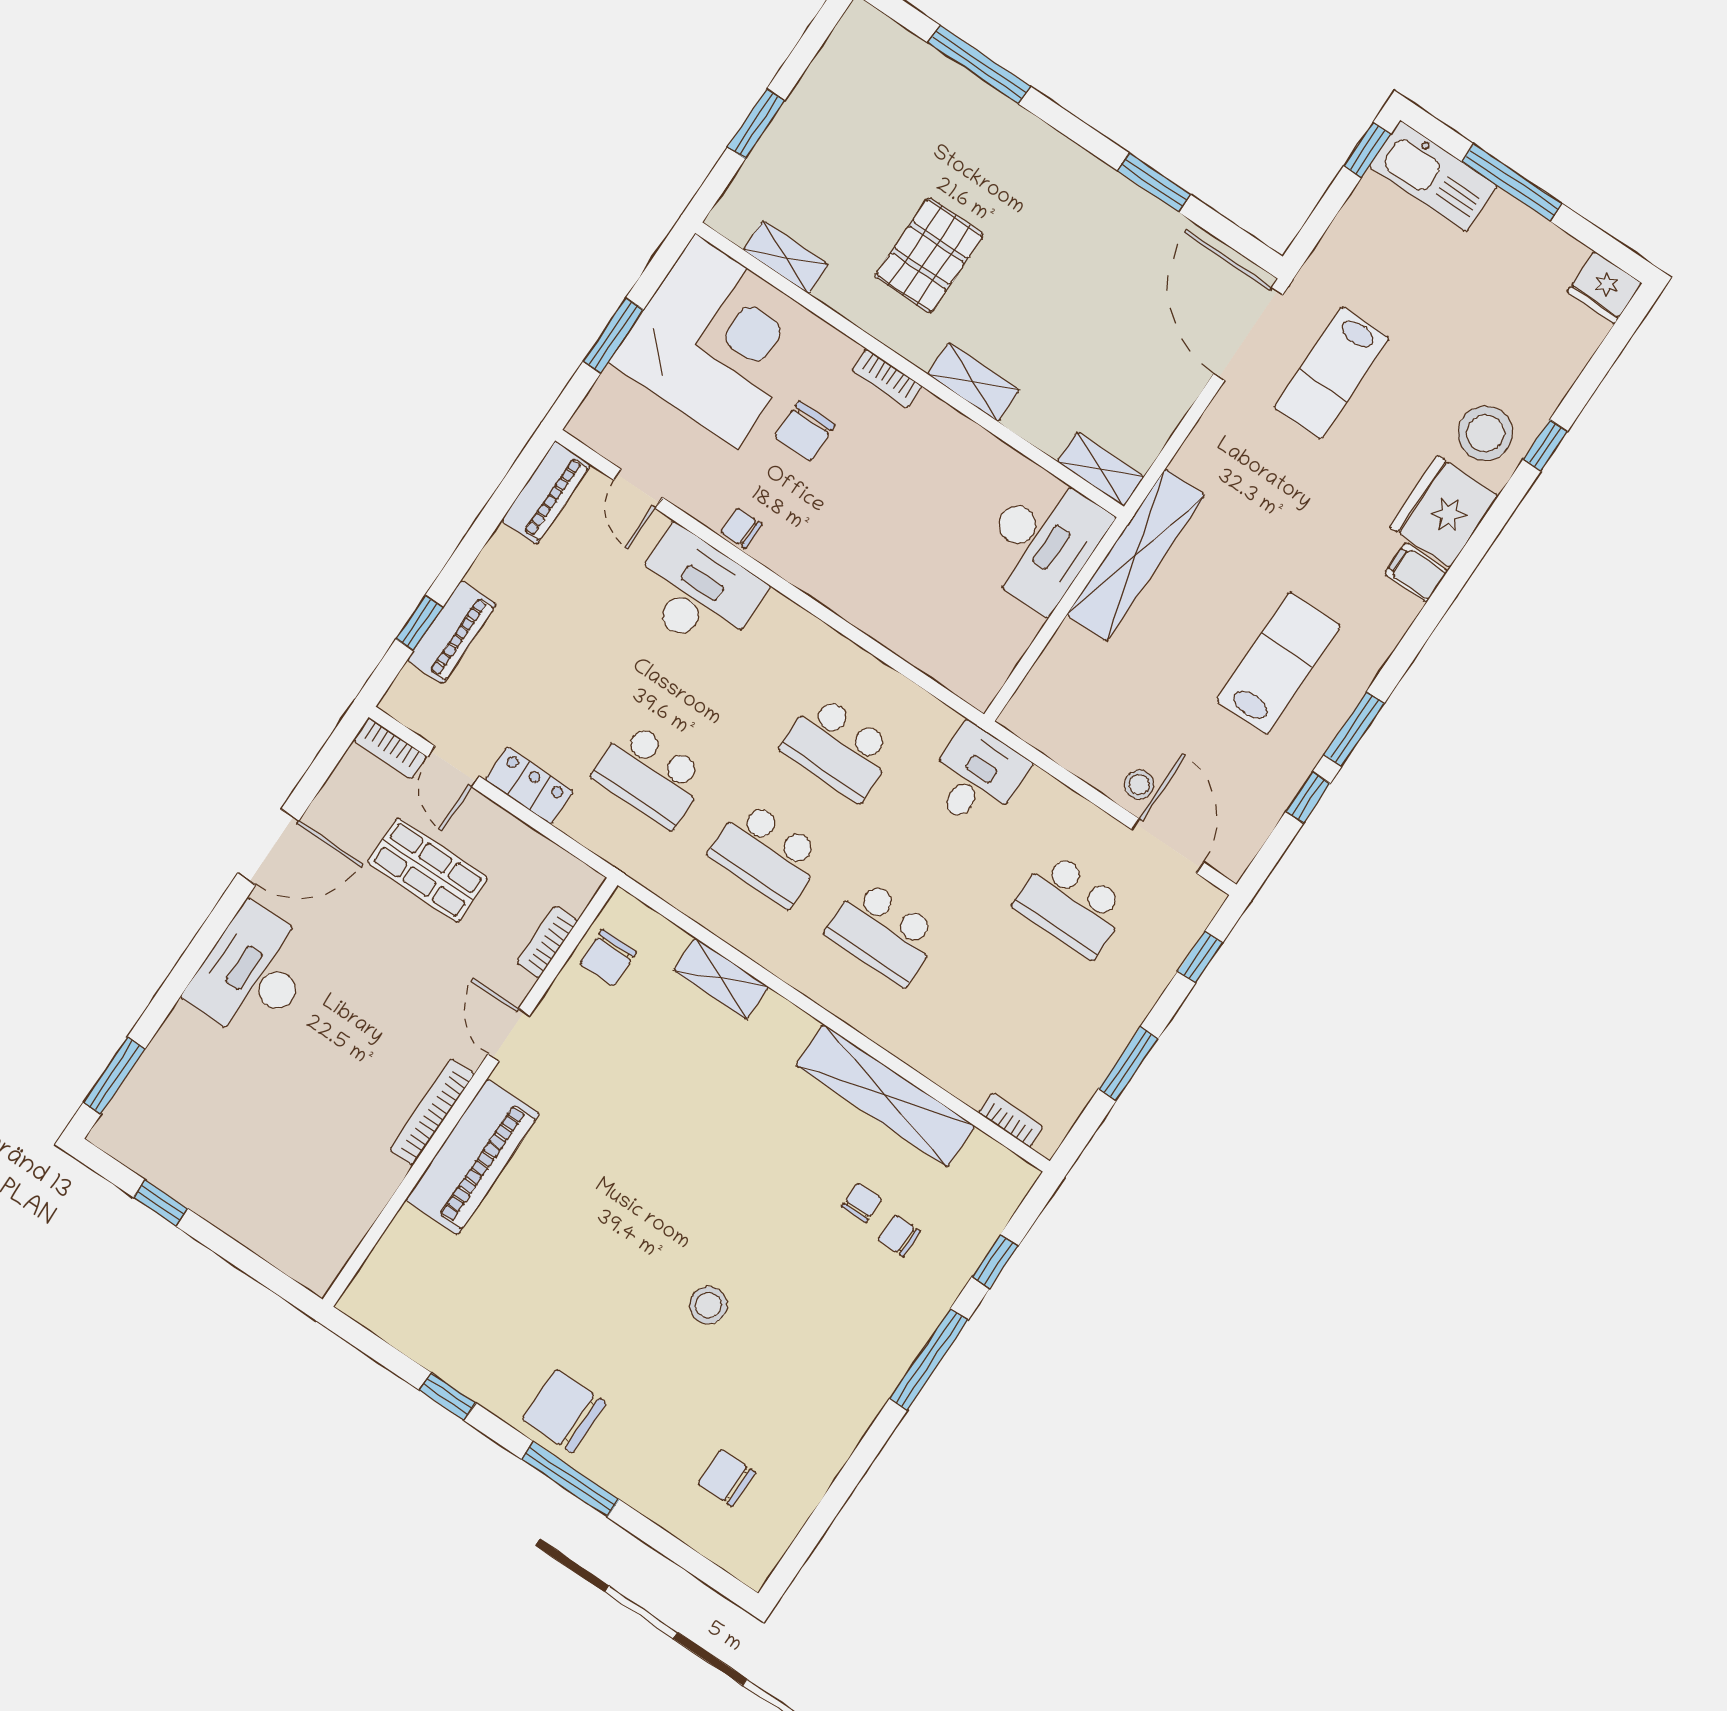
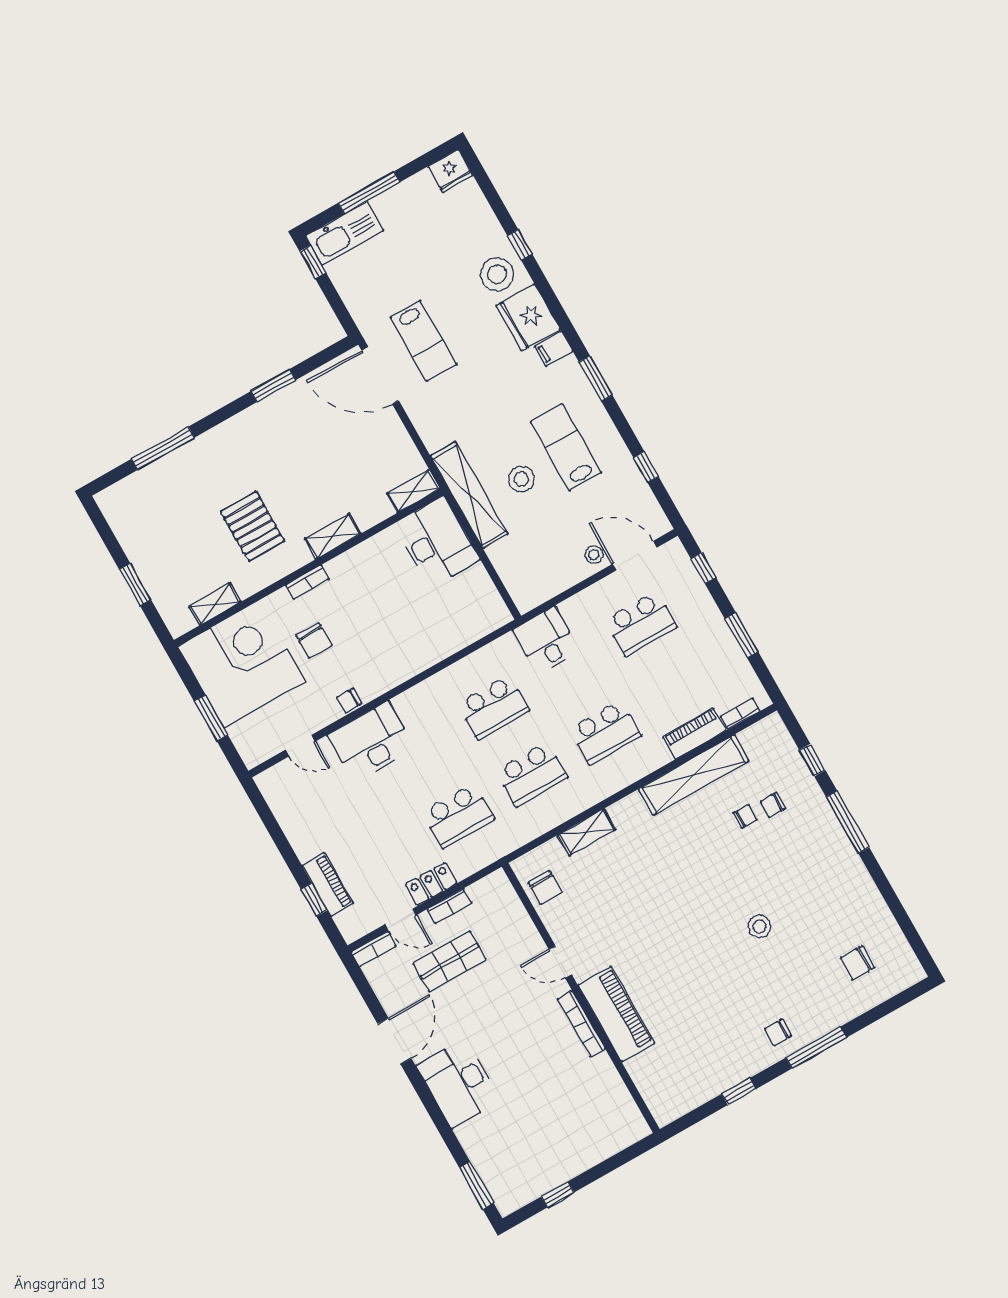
piano: (546, 493) -> (694, 734), moved, turned -90
stool: (1198, 621) -> (521, 479), added
window: (1354, 729) -> (596, 379), moved
bookcase: (547, 942) -> (449, 906), moved, turned -90
chair: (862, 1203) -> (745, 816), turned 90
chair: (564, 1411) -> (778, 1032), width x0.54, depth x0.54

